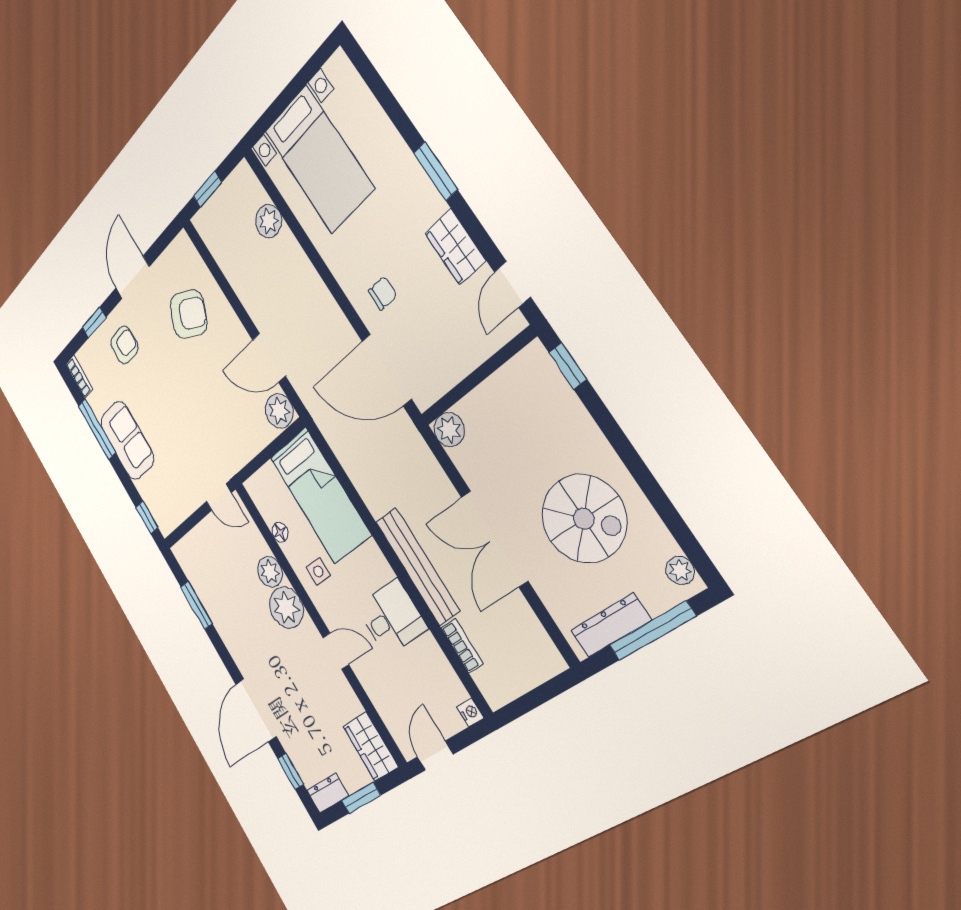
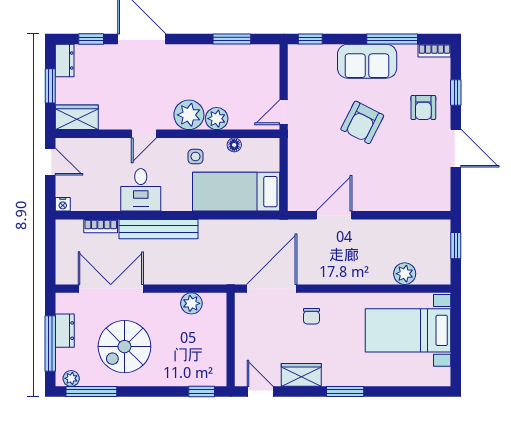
armchair: (189, 314) -> (362, 122), moved
plant: (279, 411) -> (301, 199), removed
plant: (449, 430) -> (191, 303), moved
window: (678, 528) -> (91, 392), added
double door: (494, 539) -> (111, 289), moved
dresser: (611, 625) -> (65, 331), width x0.70

